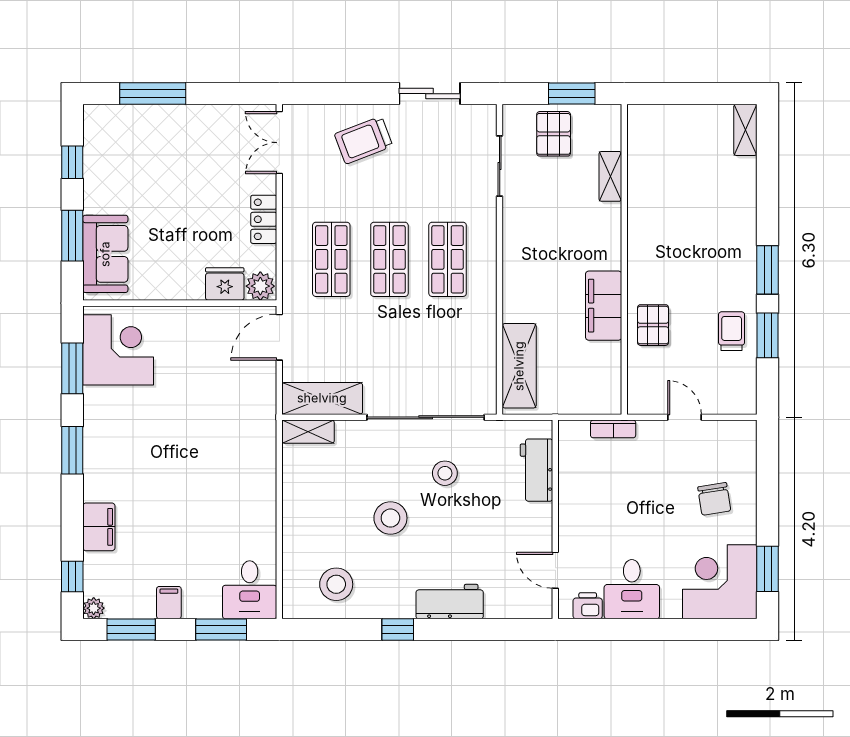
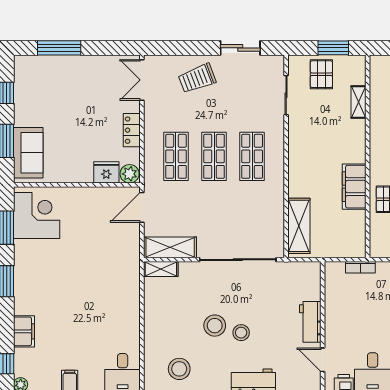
workbench: (536, 470) -> (310, 322), moved
stool: (445, 473) -> (241, 333), moved

